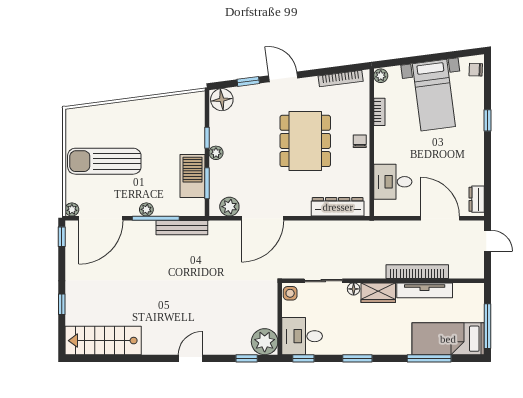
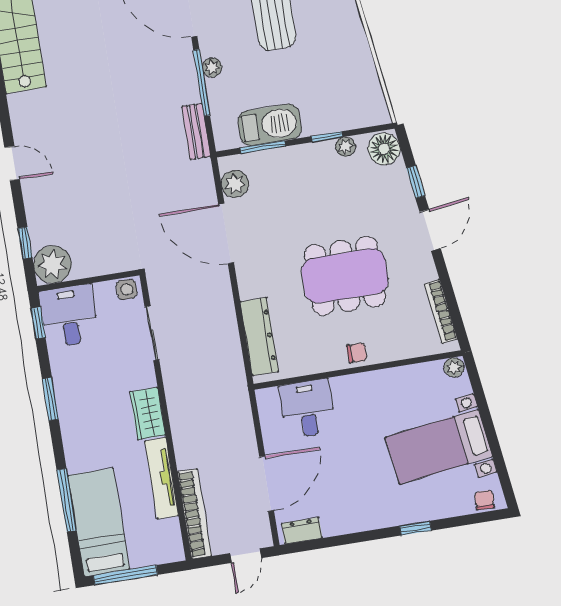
bookcase: (379, 112) -> (403, 374), removed
plant: (216, 153) -> (345, 147), moved
bench: (182, 228) -> (196, 131), width x0.73
bookcase: (417, 272) -> (194, 514), moved
floor lamp: (354, 289) -> (147, 378), removed

